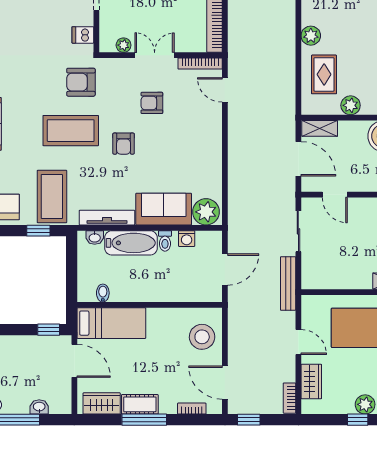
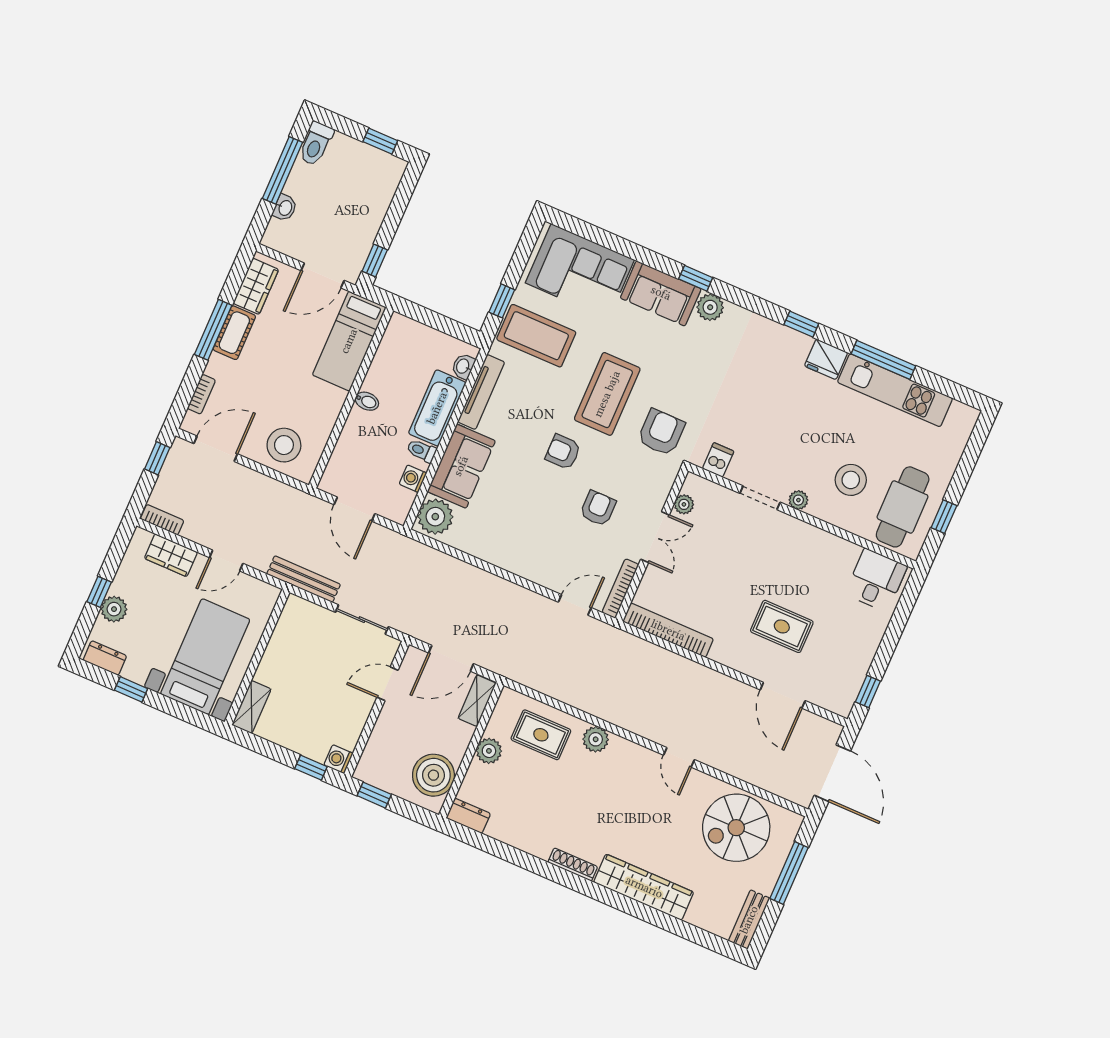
bidet: (103, 293) -> (367, 401), moved

